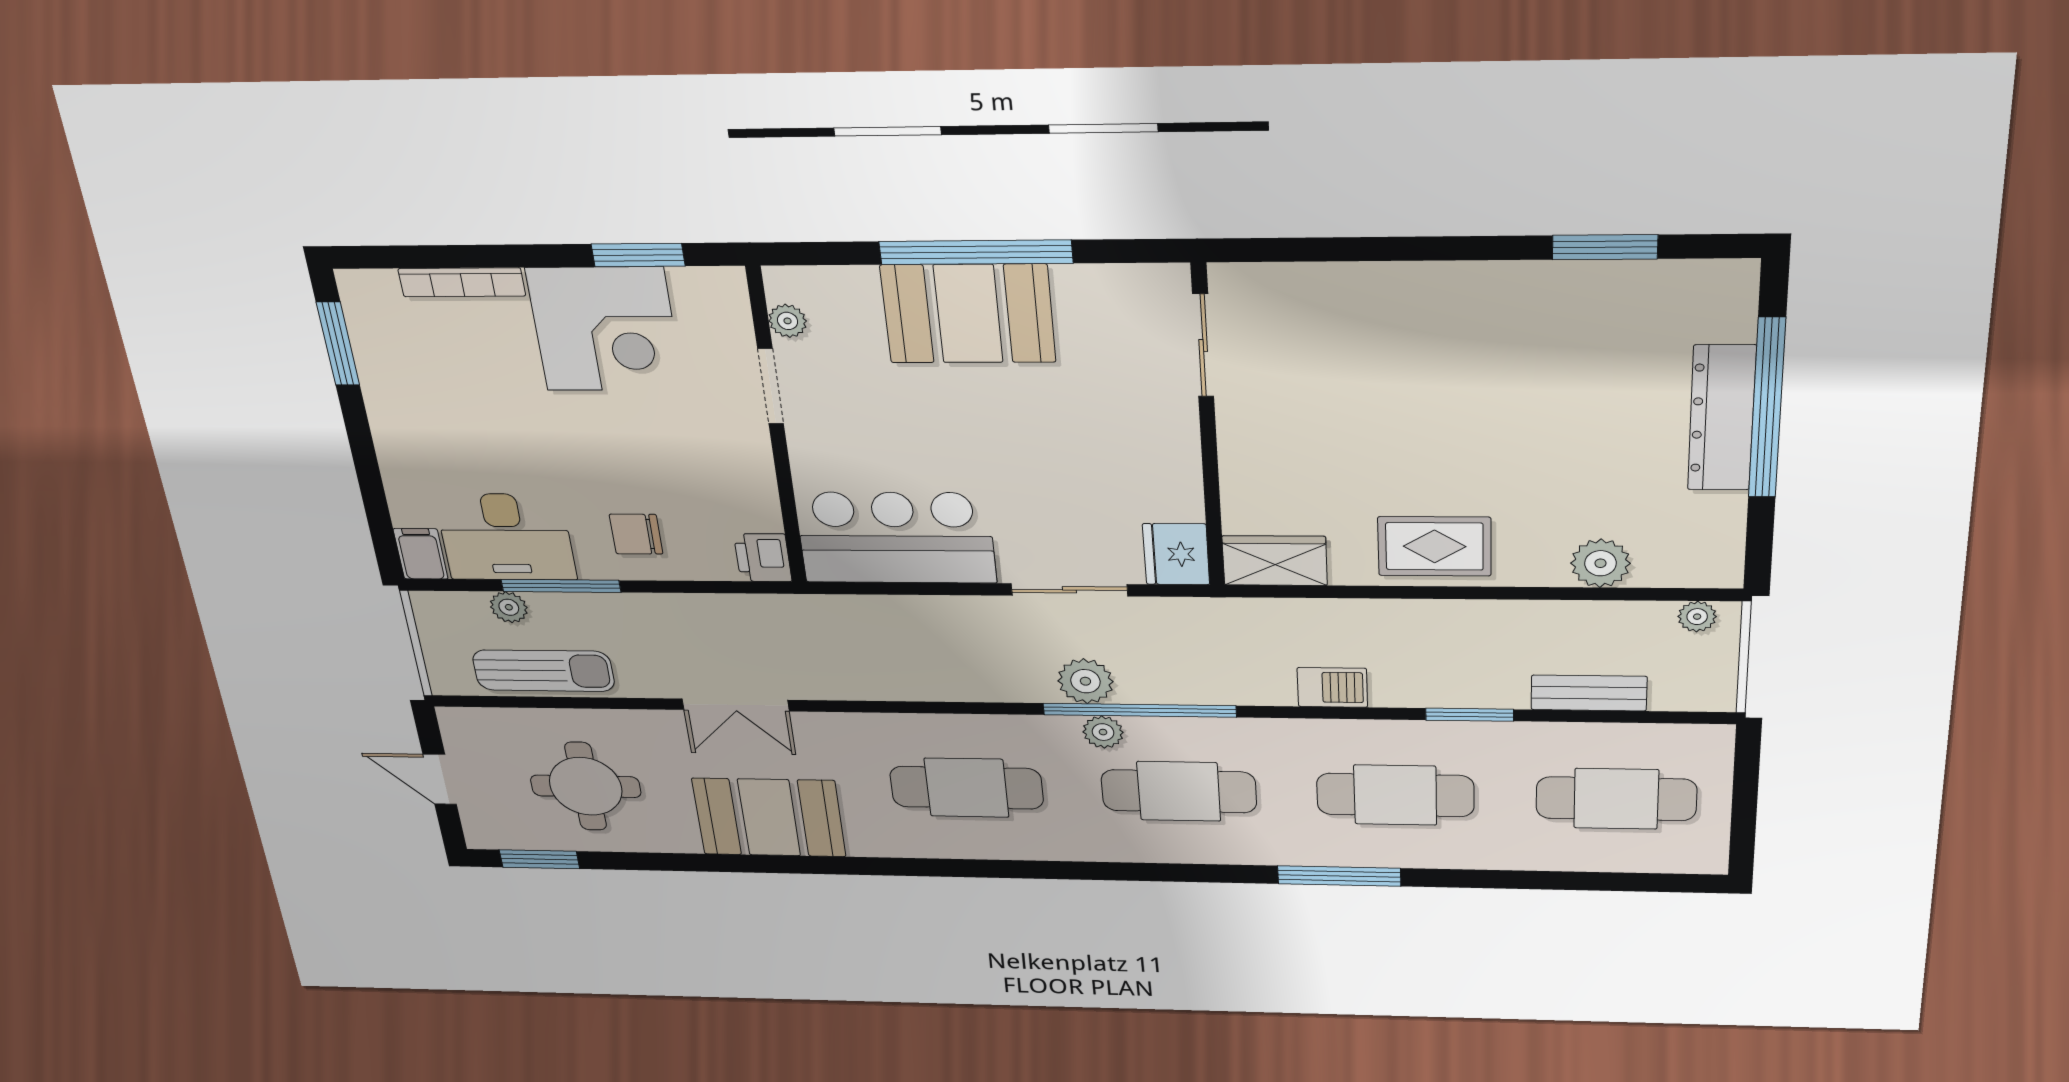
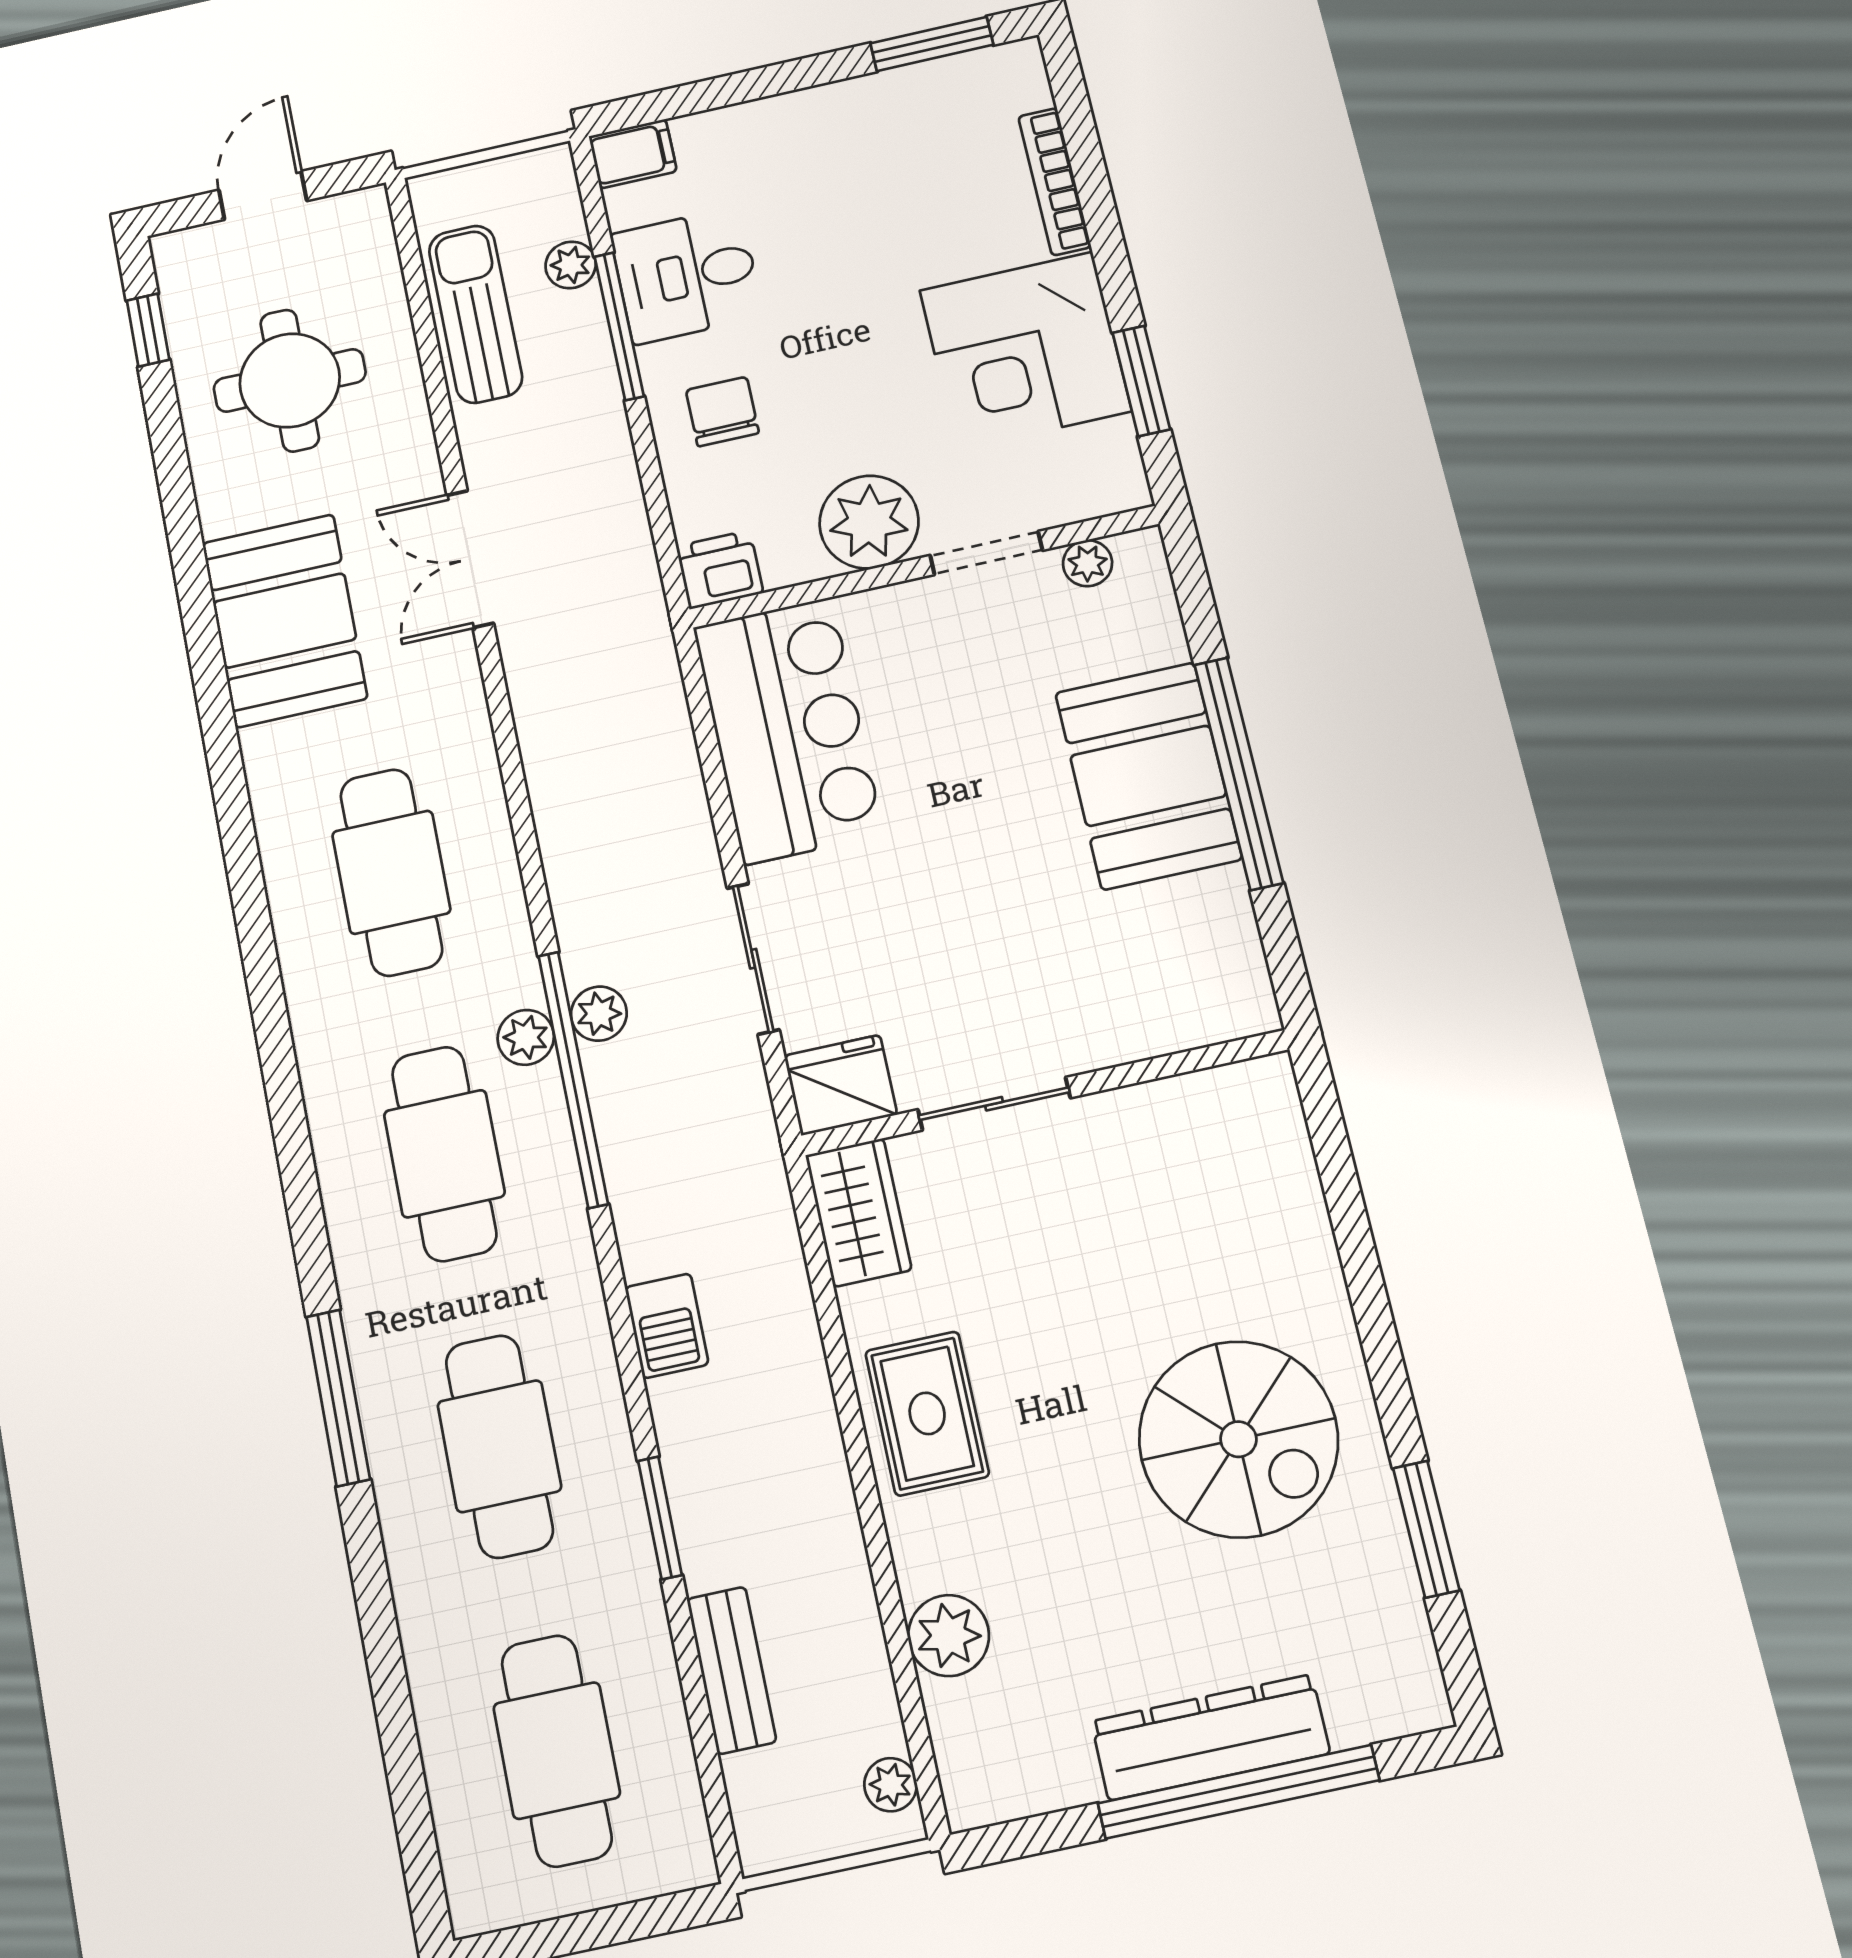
sliding door: (1203, 346) -> (994, 1104), moved
spiral stairs: (1503, 356) -> (1238, 1439), added
plant: (736, 457) -> (869, 522), added
desk: (506, 537) -> (687, 275), width x0.73
sun lounger: (543, 671) -> (476, 314), turned 180
plant: (1085, 681) -> (599, 1014), width x0.73, depth x0.73
window: (539, 859) -> (148, 330), width x0.67

